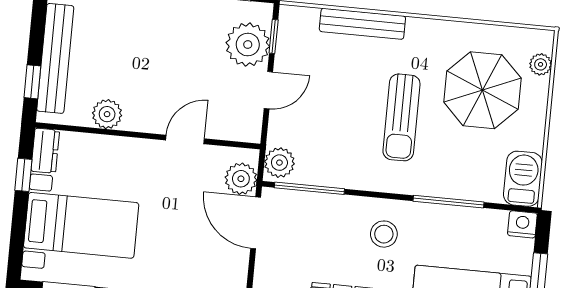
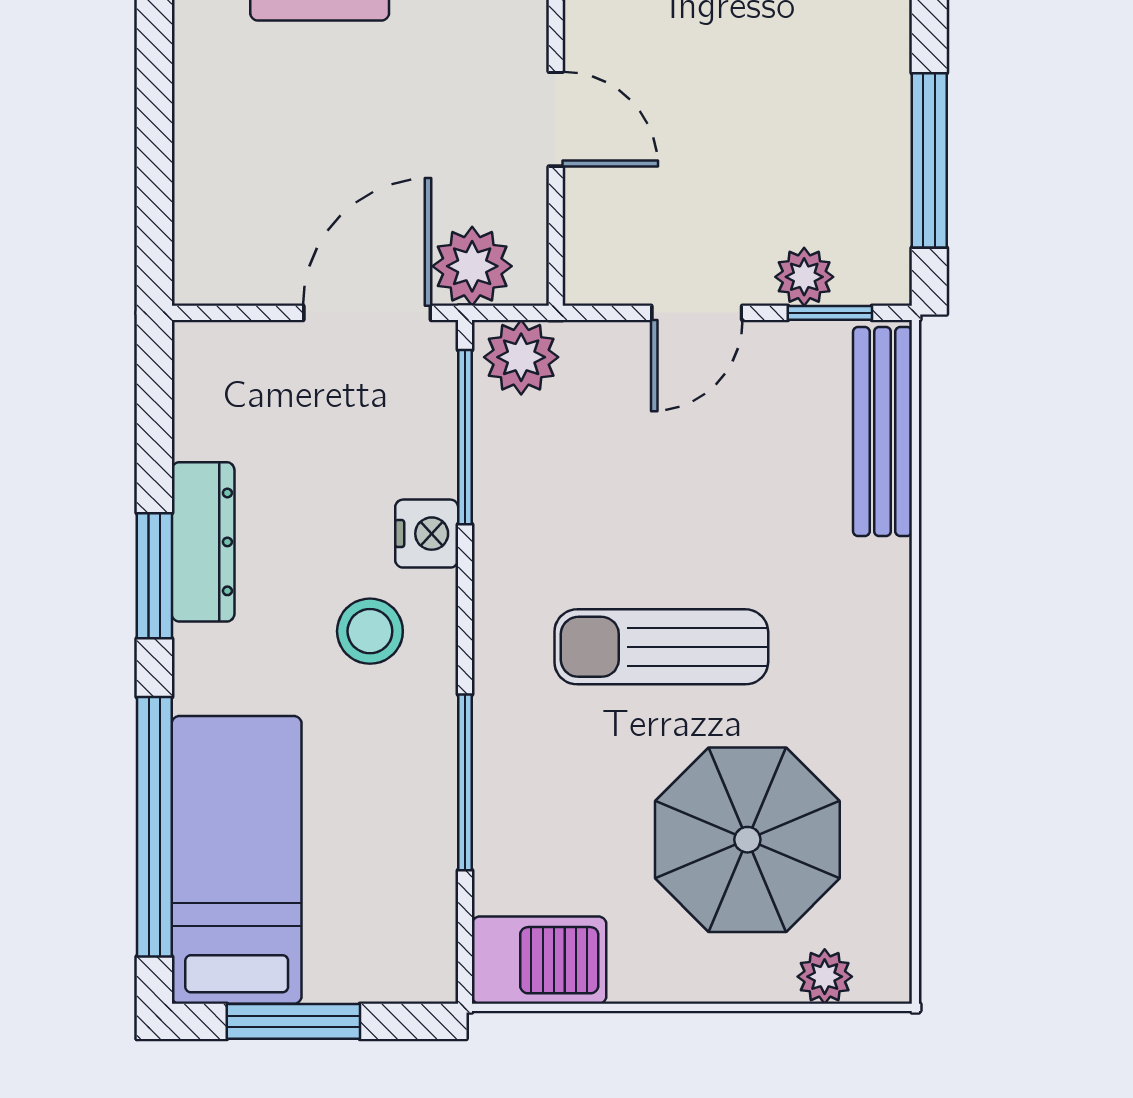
bench: (362, 24) -> (882, 432), moved
plant: (248, 45) -> (804, 277), width x0.53, depth x0.53
door: (268, 90) -> (697, 313), hinge flipped
nightstand: (522, 224) -> (427, 534), moved

